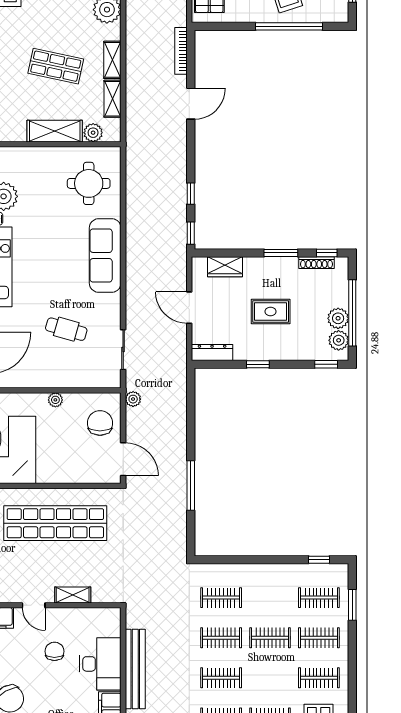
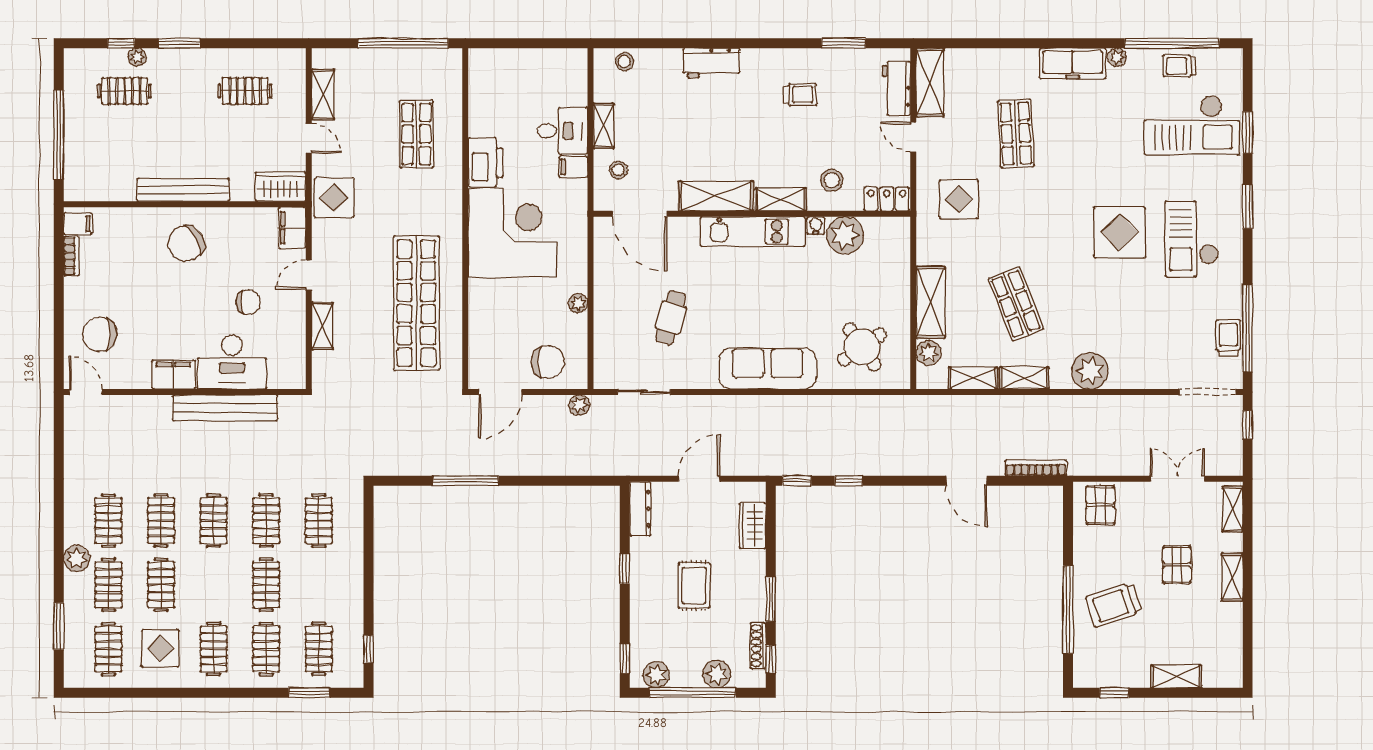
shop shelf: (56, 66) -> (1016, 304), turned -33
round table: (89, 183) -> (862, 347), turned -35
plant: (338, 318) -> (717, 674), moved

